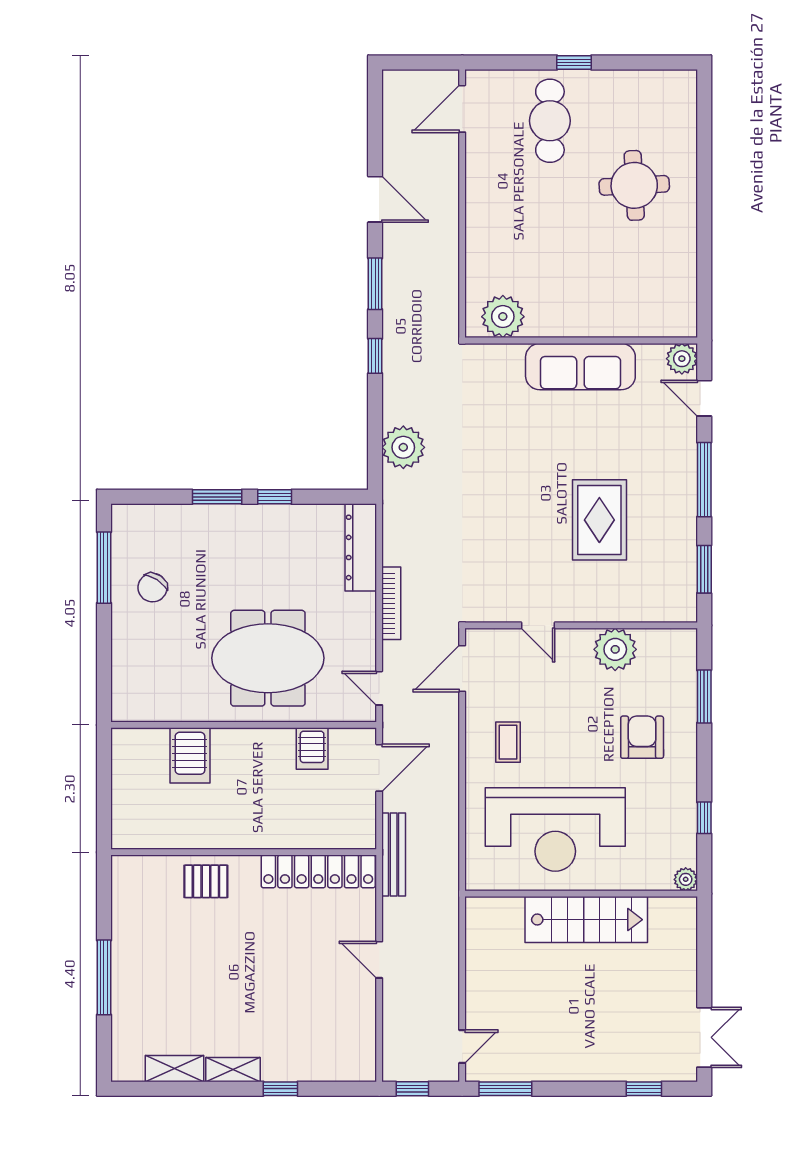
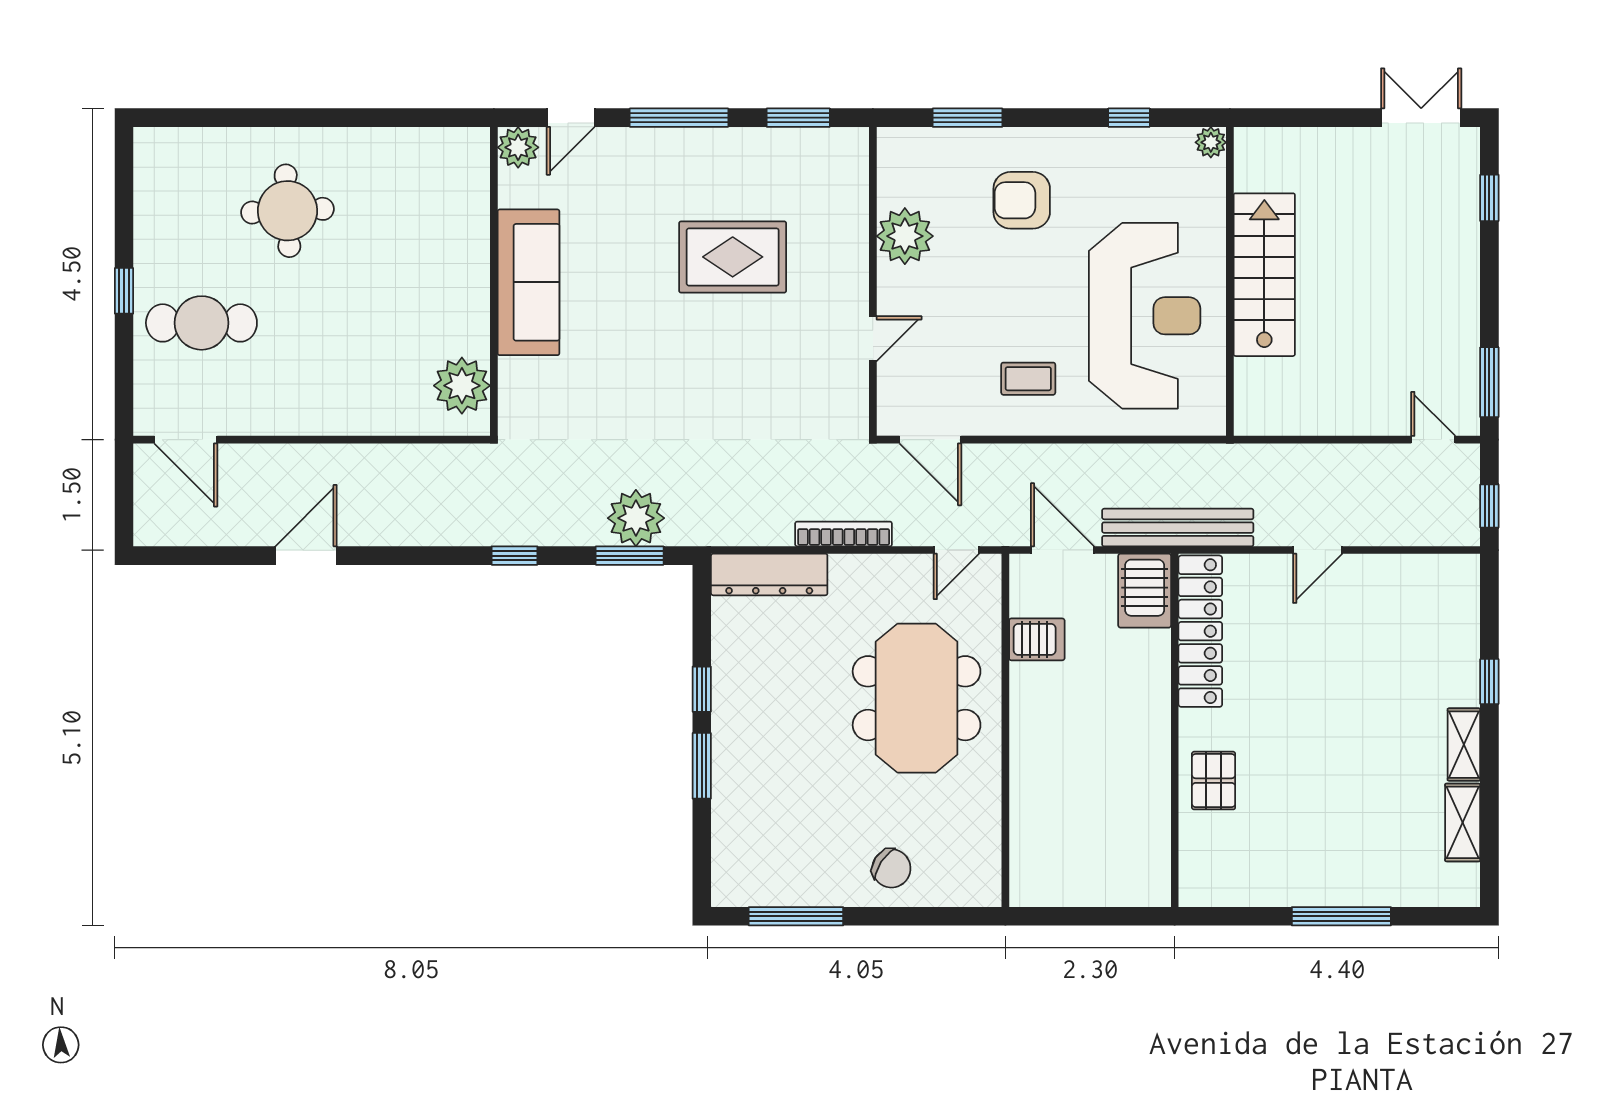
window: (375, 284) -> (630, 556), moved
chair: (152, 588) -> (891, 868), moved
server rack: (190, 755) -> (1145, 591), moved, turned 90
bench: (394, 854) -> (1178, 528), width x1.37, depth x1.21

